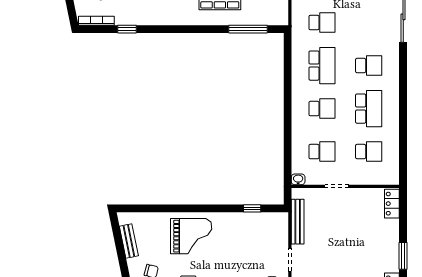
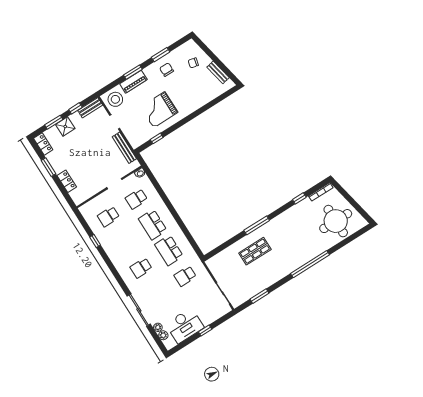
window: (248, 29) -> (257, 225), moved
school desk: (322, 109) -> (153, 225), width x1.85
school desk: (369, 109) -> (125, 242), removed
window: (403, 132) -> (95, 241), added
locker: (392, 204) -> (67, 181), moved
grand piano: (191, 236) -> (159, 110), moved

